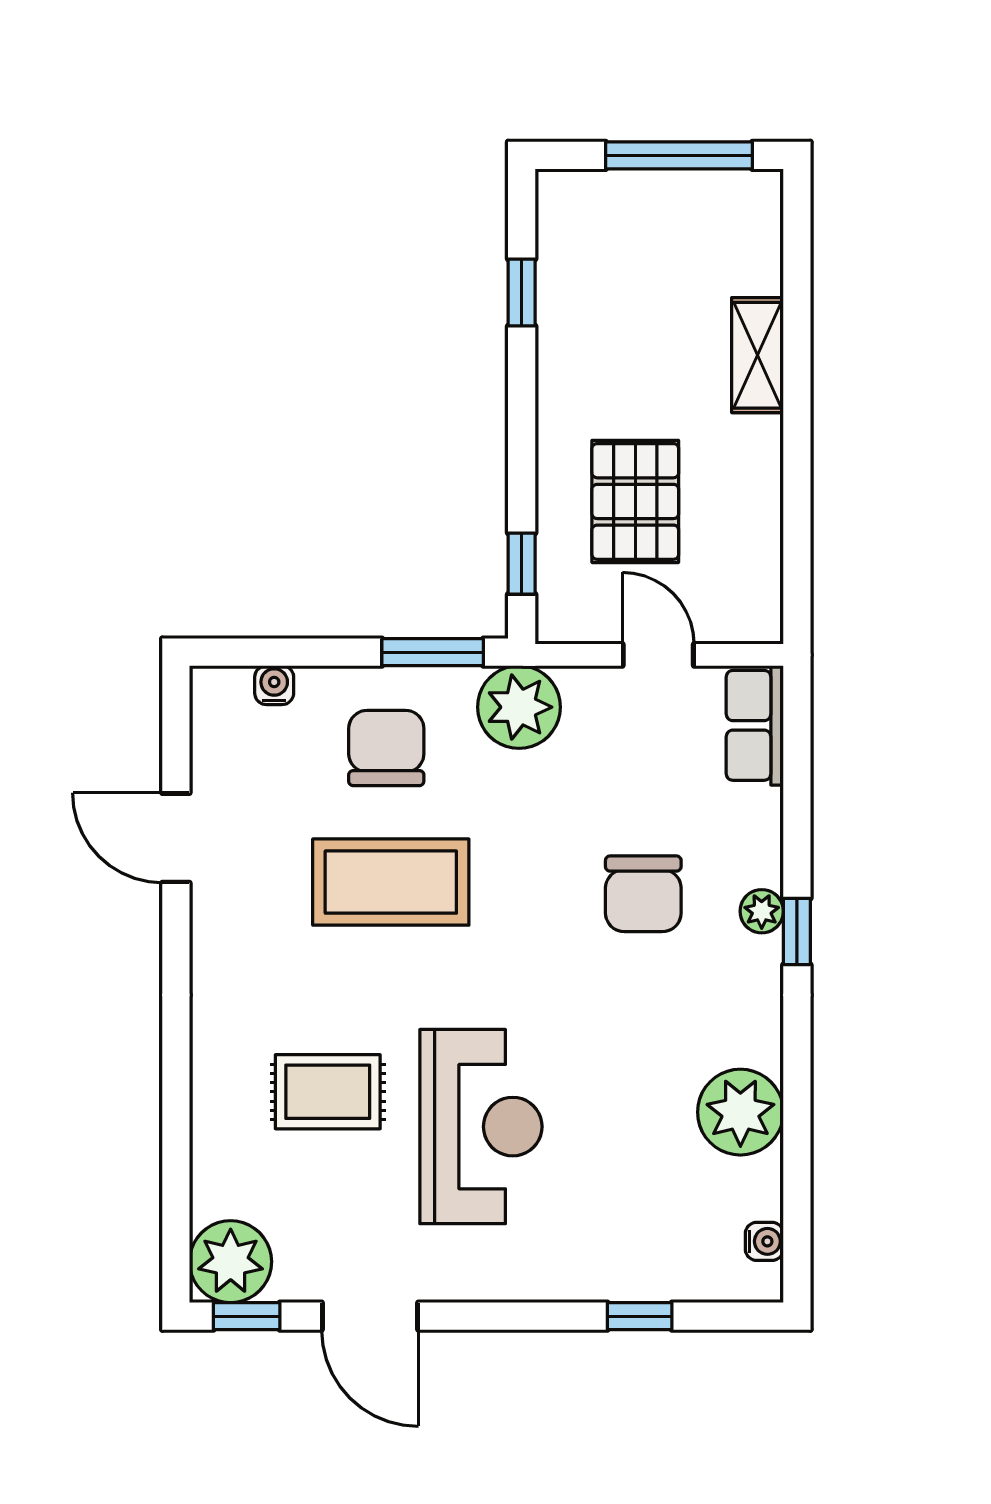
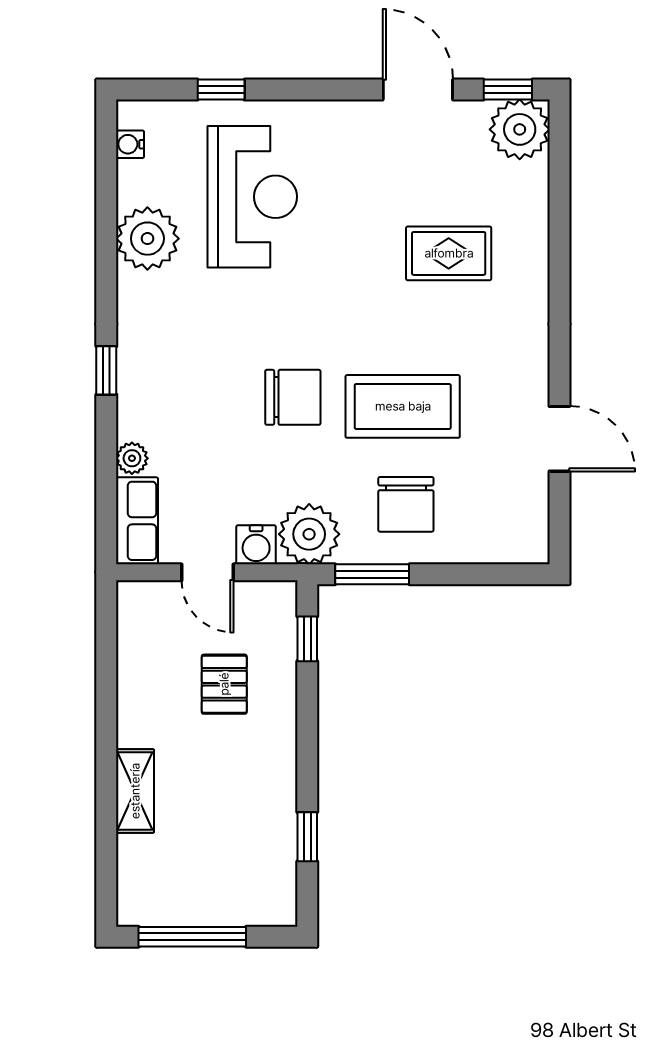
pallet: (635, 501) -> (224, 684), width x0.67, depth x0.71
water cooler: (274, 685) -> (256, 545), moved, width x1.38, depth x1.38
chair: (643, 894) -> (293, 397), moved, turned 90
plant: (762, 911) -> (132, 458), moved
reception desk: (481, 1127) -> (252, 197), moved, turned 180

